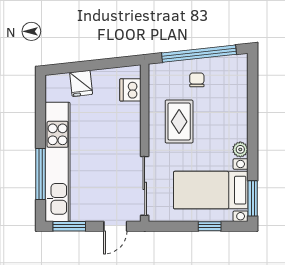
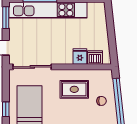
fridge: (81, 83) -> (80, 56), moved, turned 96

